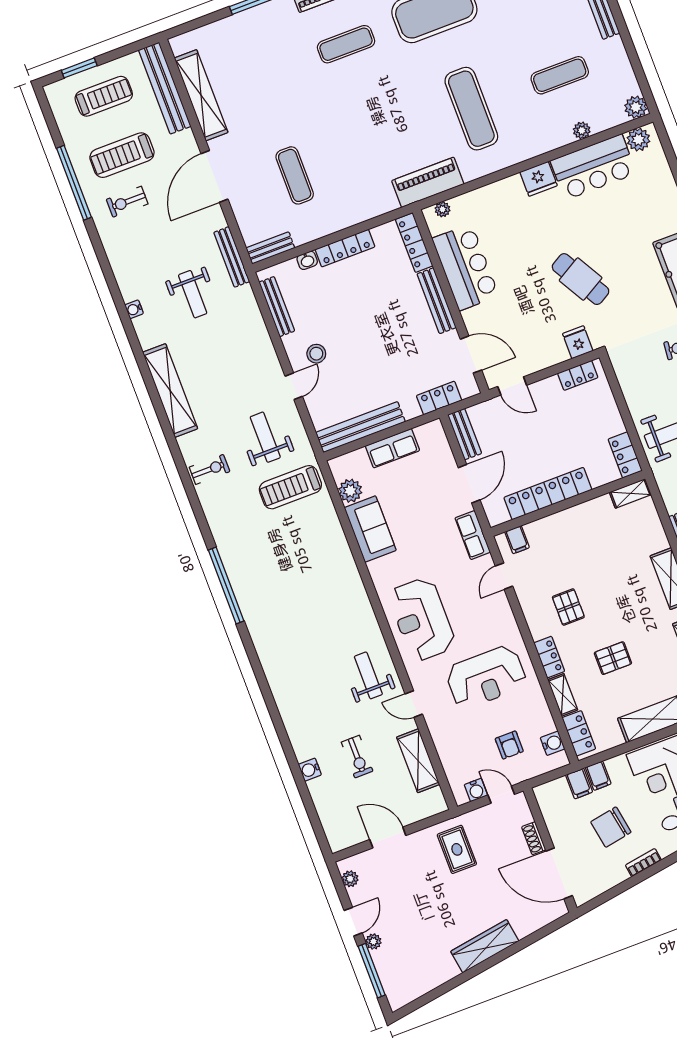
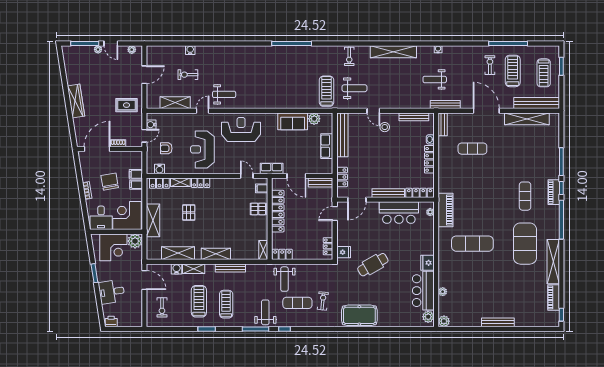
exercise mat: (560, 75) -> (472, 291), removed
pallet: (568, 607) -> (258, 209), moved

